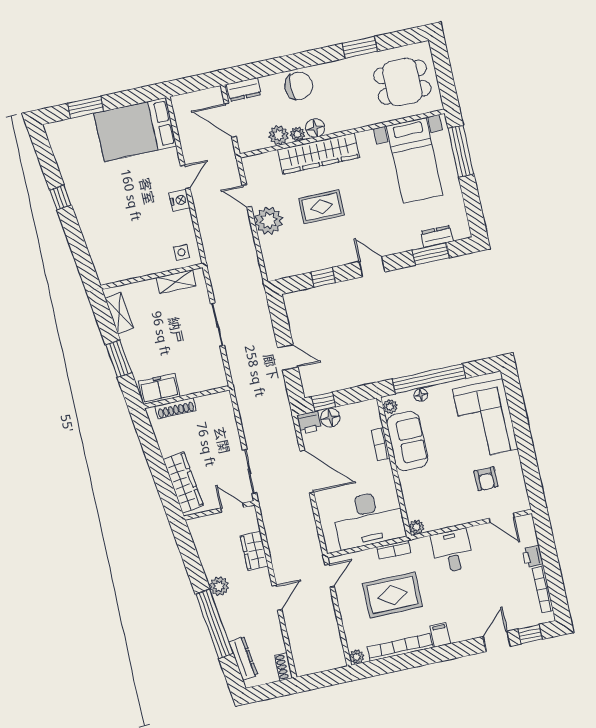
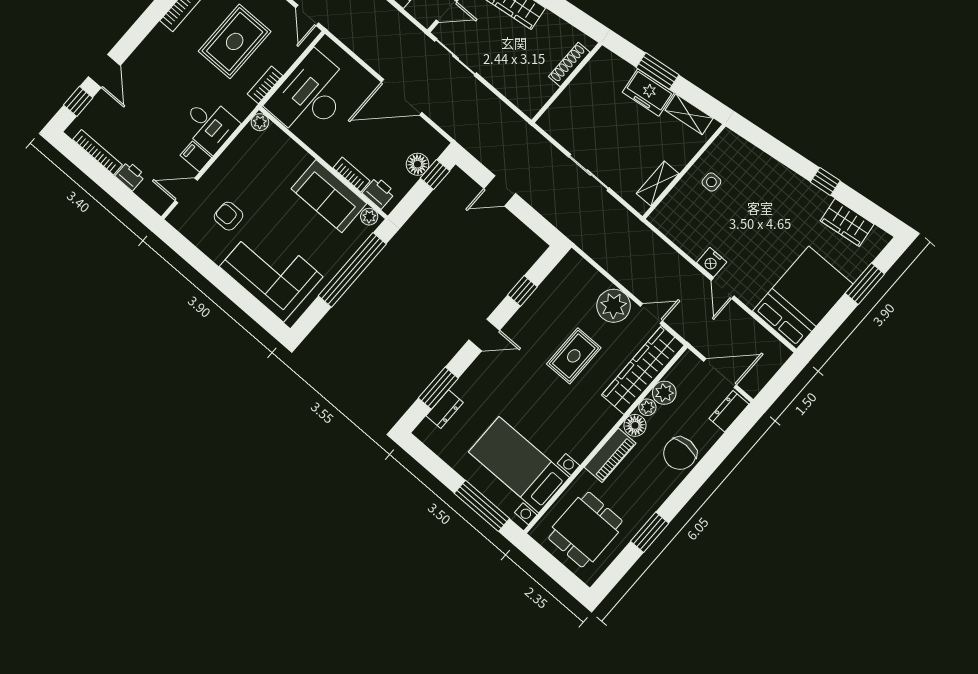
piano: (347, 120) -> (610, 455), added
wardrobe: (318, 154) -> (643, 370), moved
wardrobe: (66, 158) -> (847, 223), added
side table: (182, 252) -> (711, 182), moved
freezer: (159, 389) -> (648, 92), moved, turned 82
floor lamp: (421, 395) -> (349, 249), removed
printer: (309, 422) -> (379, 193), moved, turned 90
filing cabinet: (440, 635) -> (196, 156), moved, turned 180

